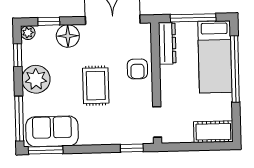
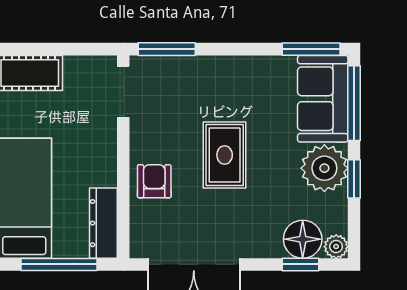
floor lamp: (68, 36) -> (303, 239), moved
window: (18, 55) -> (354, 179), moved
sofa: (52, 131) -> (323, 99), moved, turned 90
window: (132, 148) -> (167, 49), width x1.50

